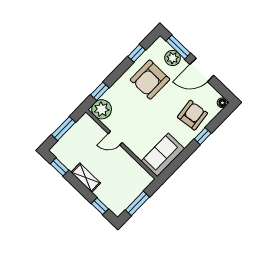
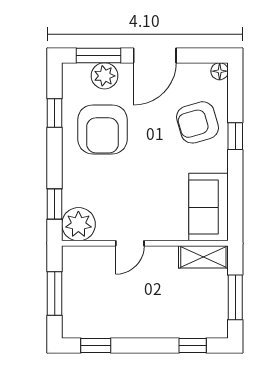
armchair: (192, 115) -> (198, 122), turned -99
shelving: (86, 178) -> (203, 257), moved

